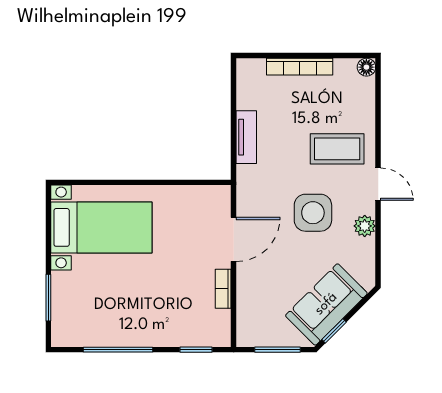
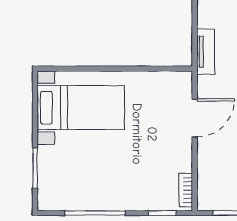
tv unit: (246, 137) -> (206, 52), moved
bookcase: (223, 289) -> (186, 190), moved

